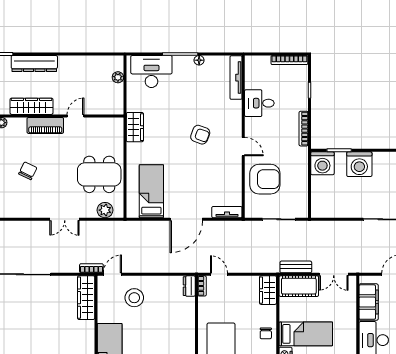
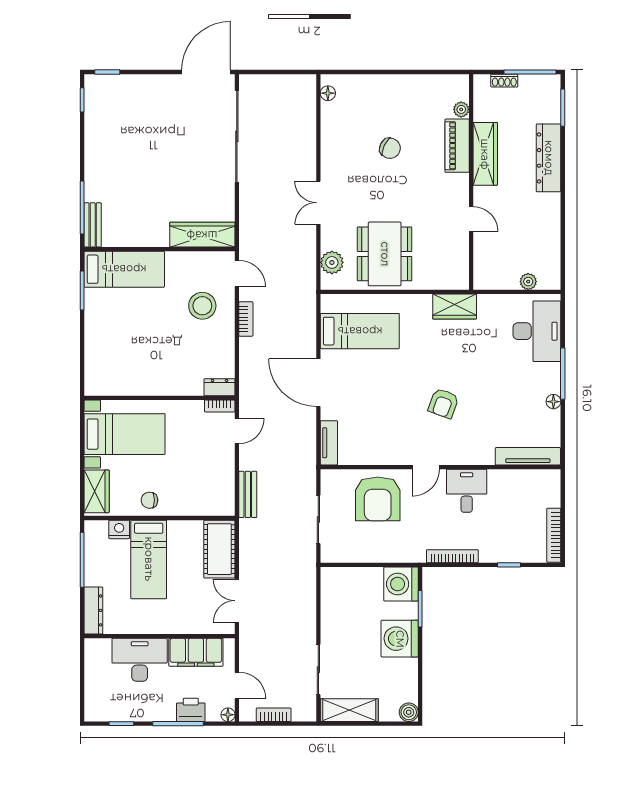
desk: (259, 103) -> (467, 491), moved
piano: (45, 125) -> (457, 146), moved
bench: (296, 267) -> (248, 494), moved
bookcase: (91, 268) -> (246, 319), moved
wardrobe: (268, 290) -> (214, 504), removed

